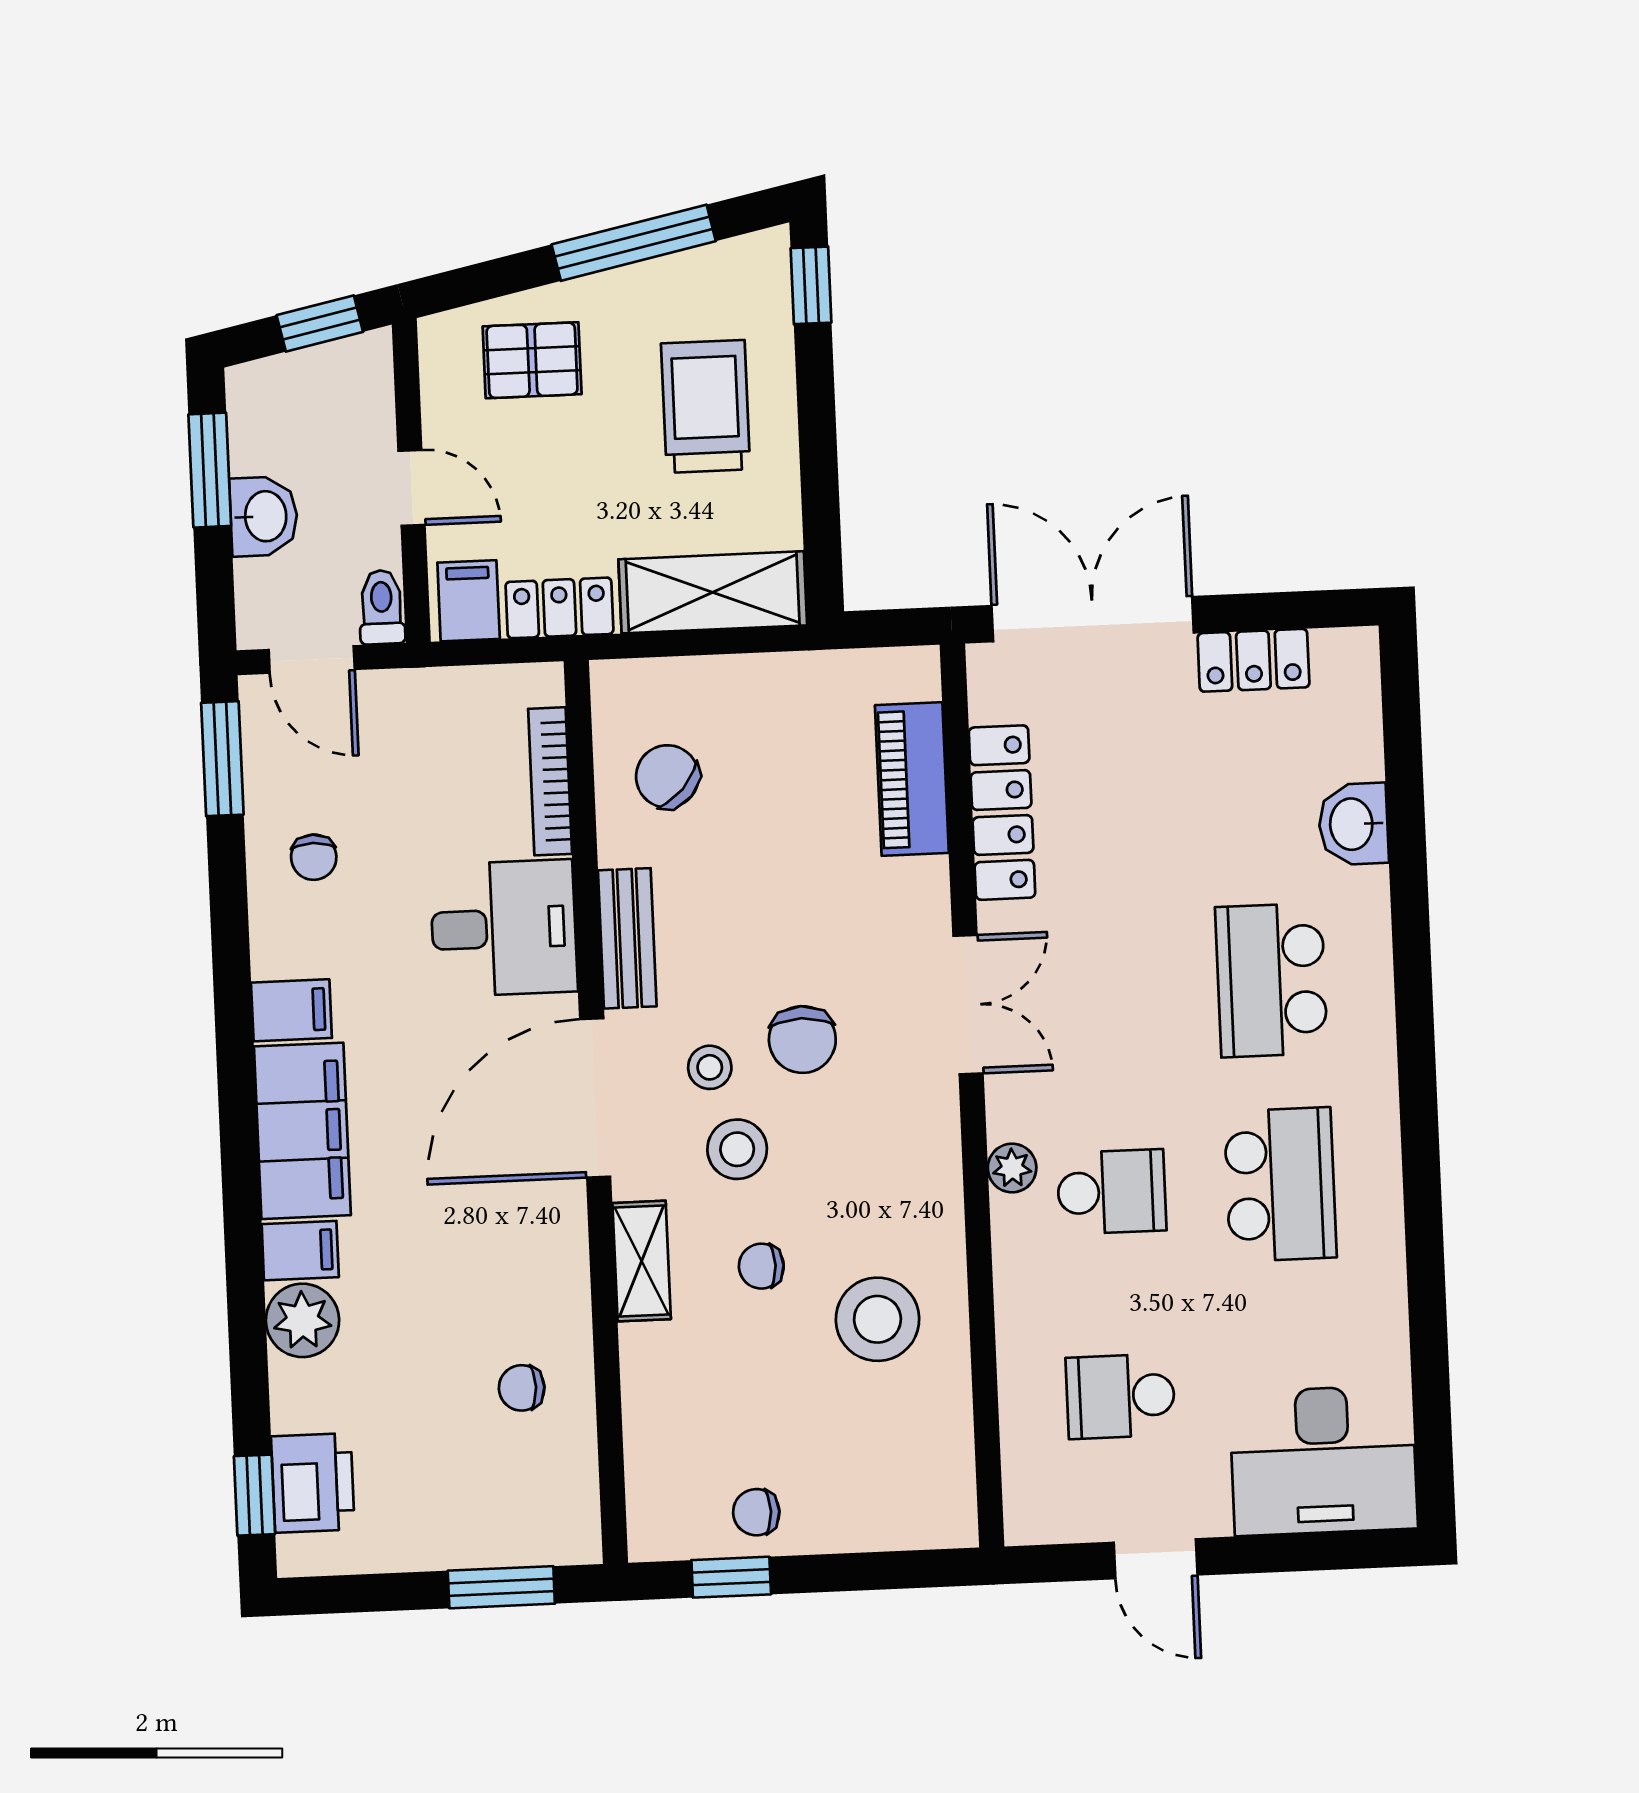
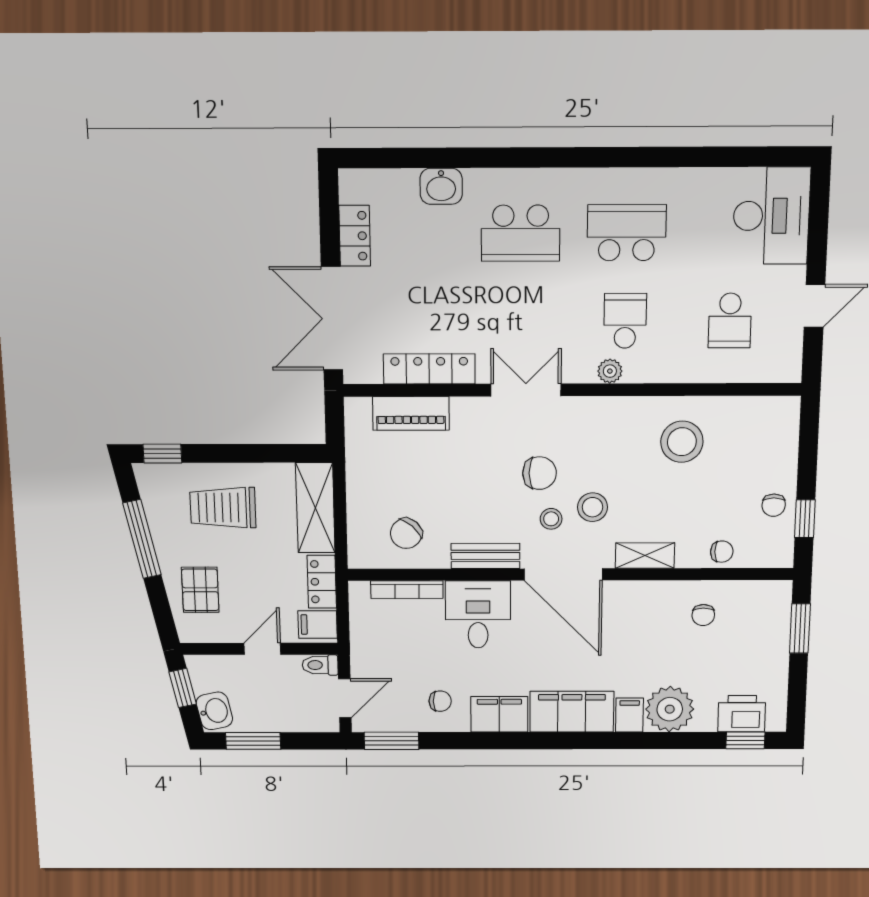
washbasin: (264, 516) -> (214, 711), moved, turned 78
filing cabinet: (291, 1010) -> (499, 714), width x2.00
chair: (761, 1266) -> (722, 552), moved, turned -90
plant: (302, 1320) -> (670, 709), width x1.36, depth x1.36

